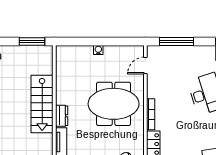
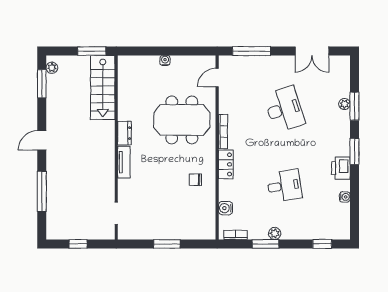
stairs: (42, 104) -> (103, 88), moved

